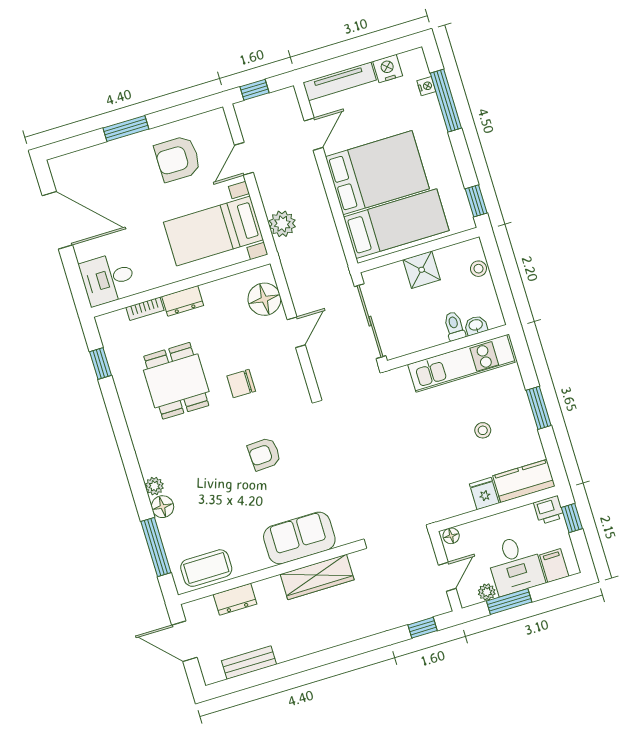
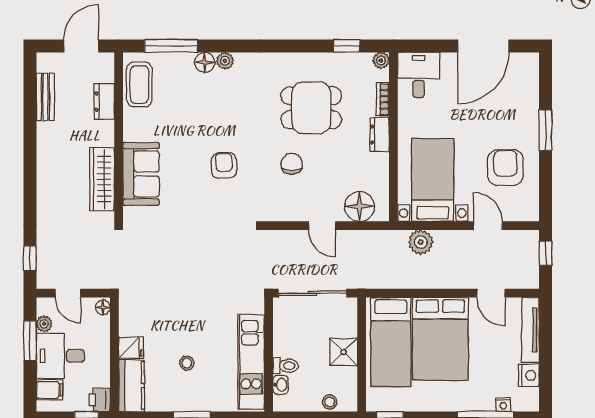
plant: (105, 323) -> (381, 60), added

